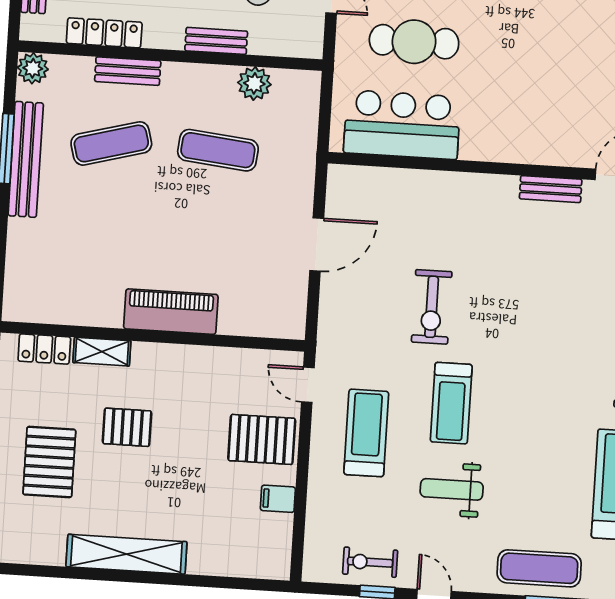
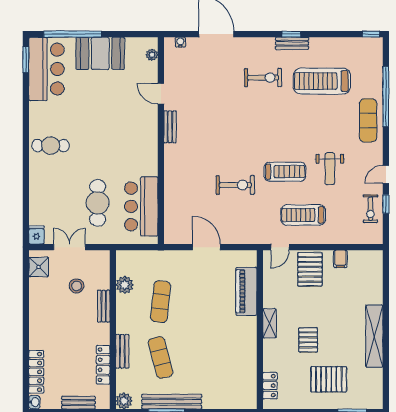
piano: (171, 312) -> (246, 291), moved
shelving: (102, 352) -> (269, 323), moved

